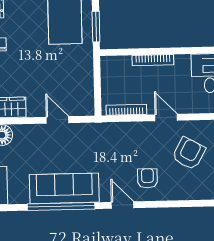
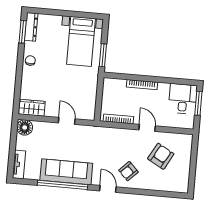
armchair: (147, 178) -> (128, 171), turned -135

